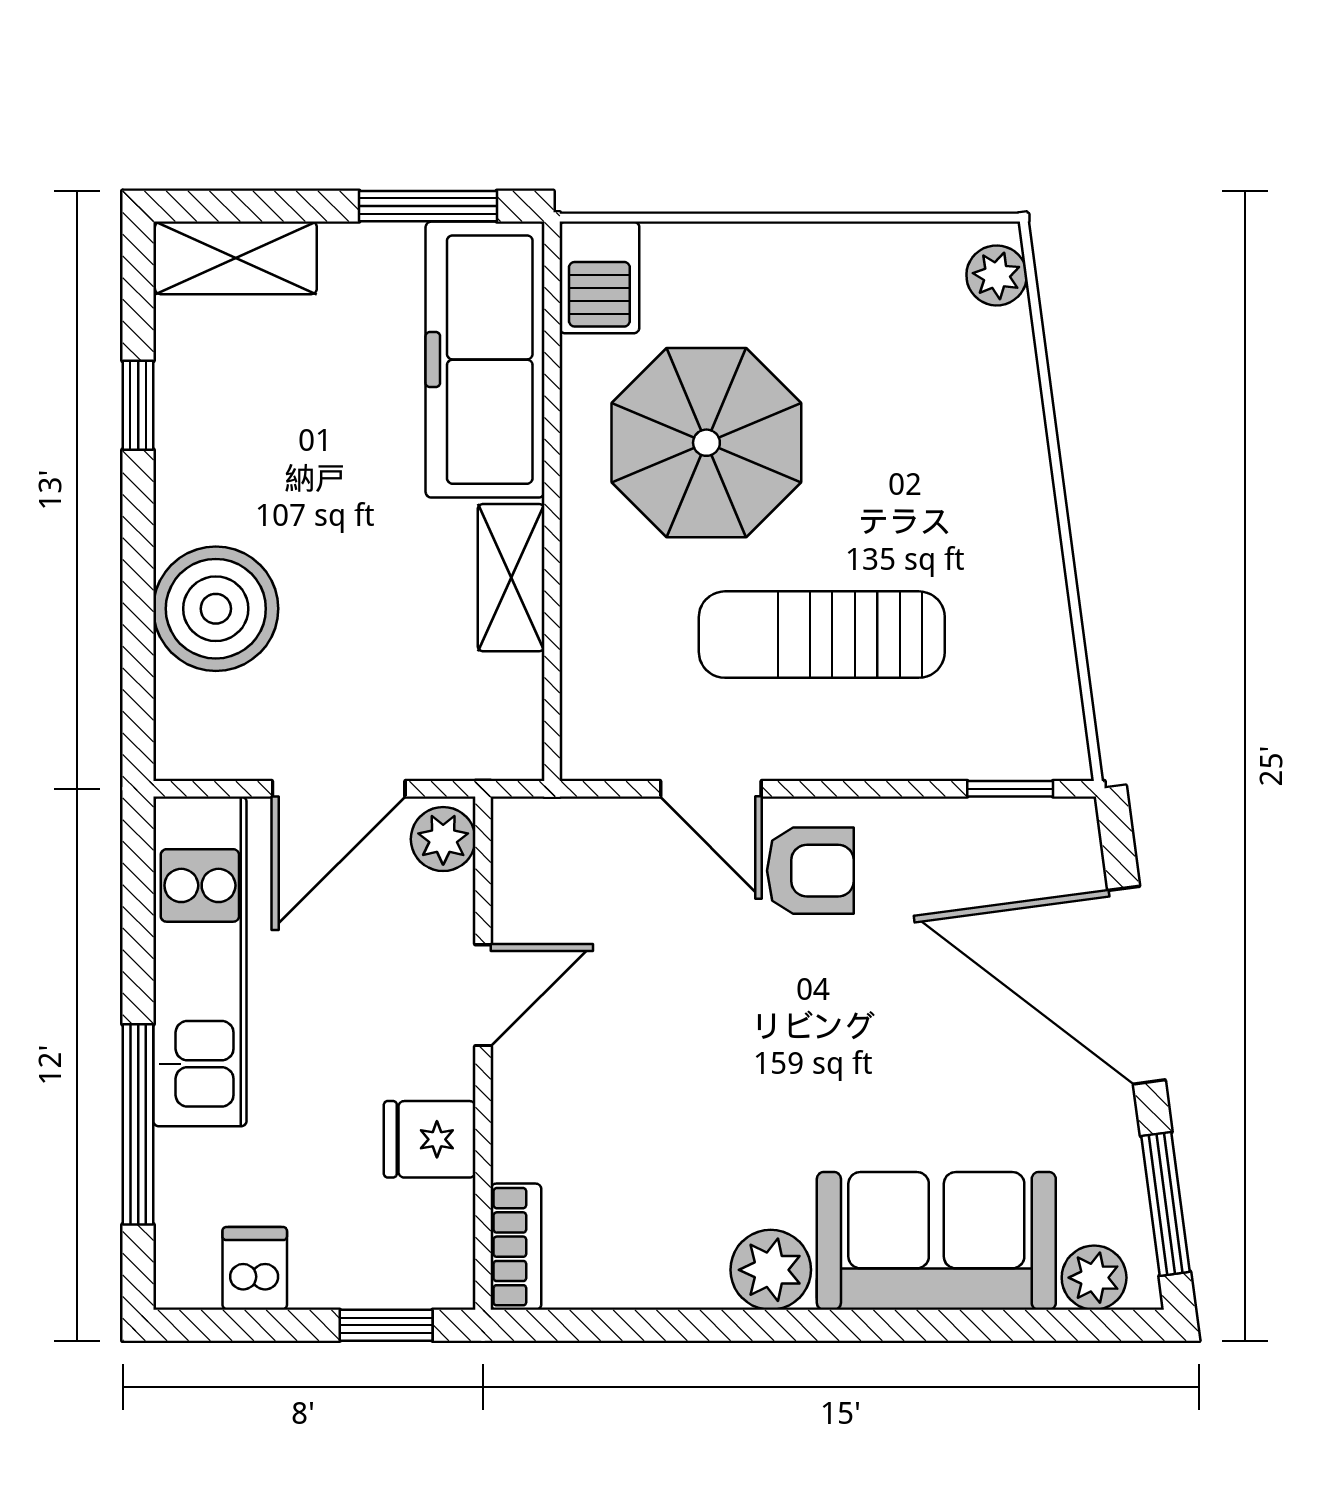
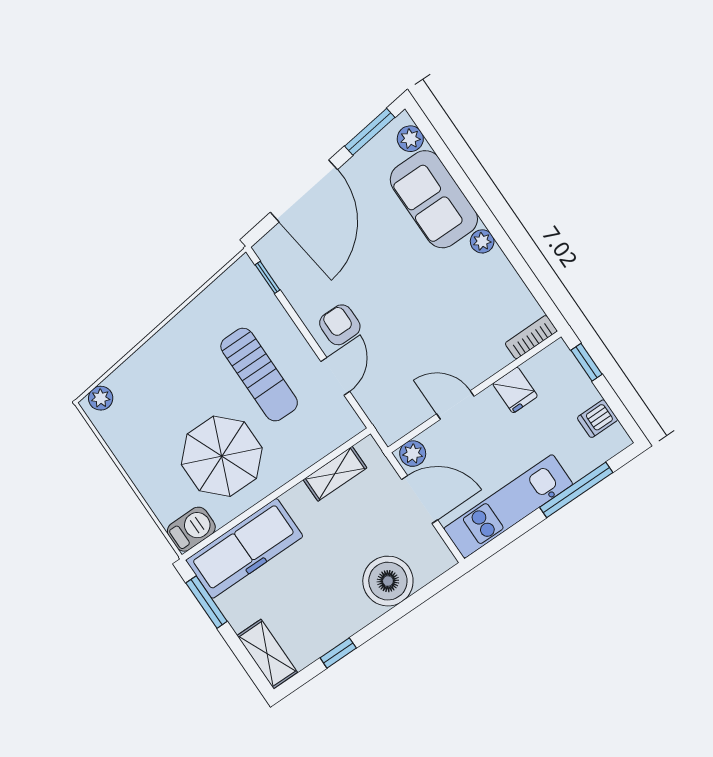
shelving: (511, 578) -> (335, 474), moved
plant: (771, 1270) -> (482, 241), width x0.73, depth x0.73

